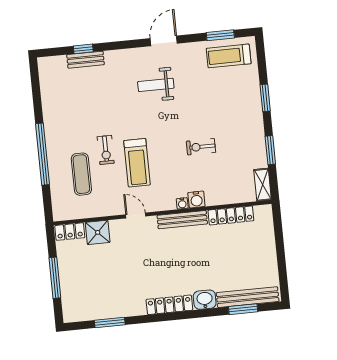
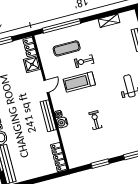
window: (43, 154) -> (61, 26), moved
shelving: (263, 185) -> (109, 21), moved
locker: (231, 215) -> (59, 157), moved

